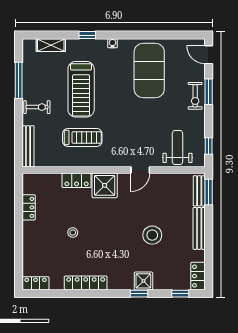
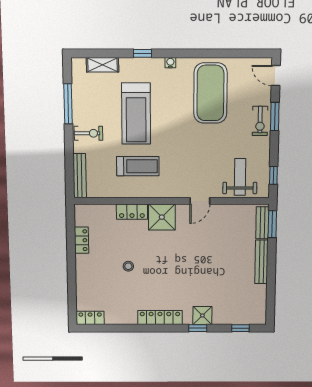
stool: (152, 235) -> (212, 269), removed
locker: (198, 276) -> (259, 310), removed
locker: (86, 283) -> (160, 318), moved

